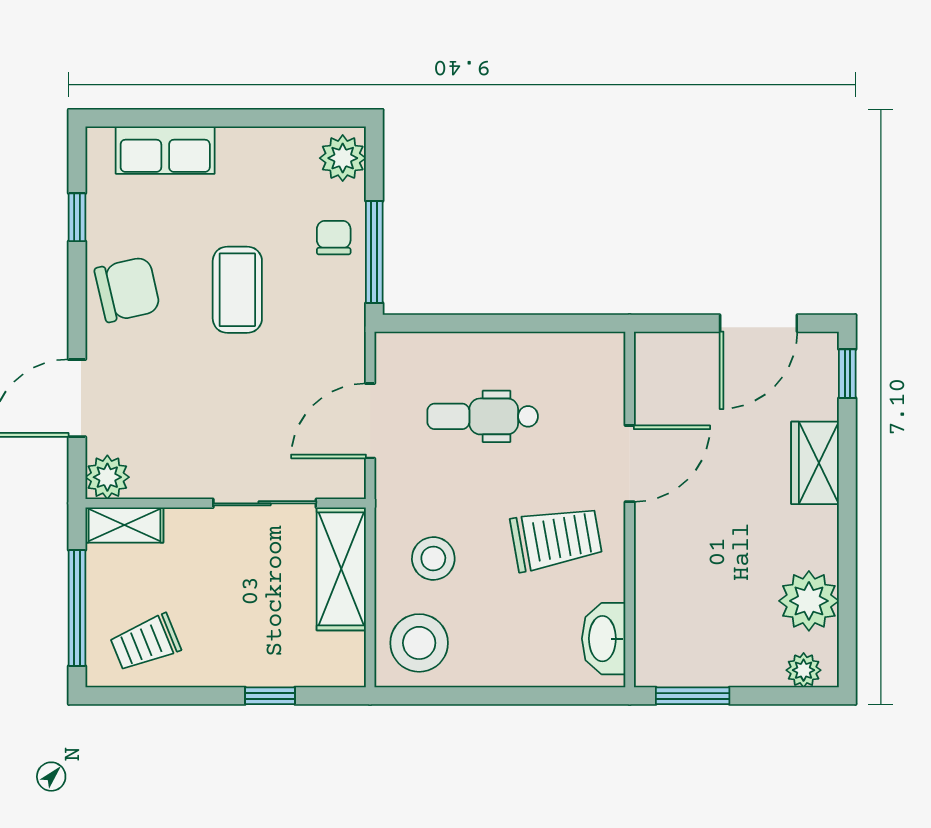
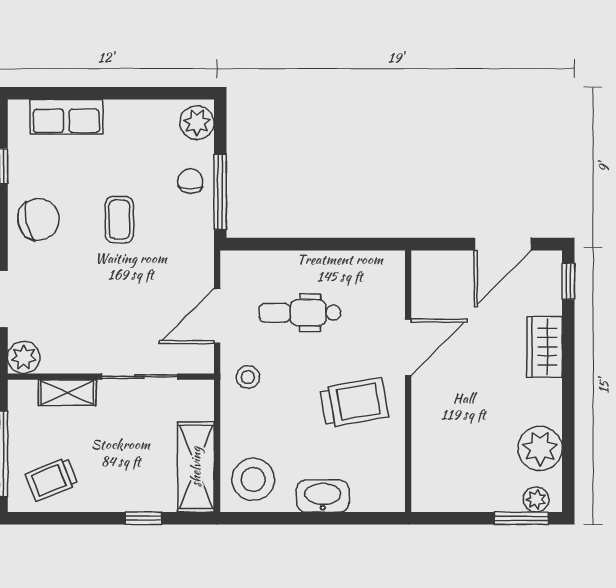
coffee table: (237, 290) -> (119, 220), width x0.73, depth x0.77
shelving: (124, 525) -> (67, 393), moved
stool: (433, 558) -> (248, 377), moved, width x0.73, depth x0.73
shelving: (341, 569) -> (196, 467), moved
washbasin: (604, 639) -> (323, 496), moved, turned 90
window: (693, 696) -> (521, 518), moved

